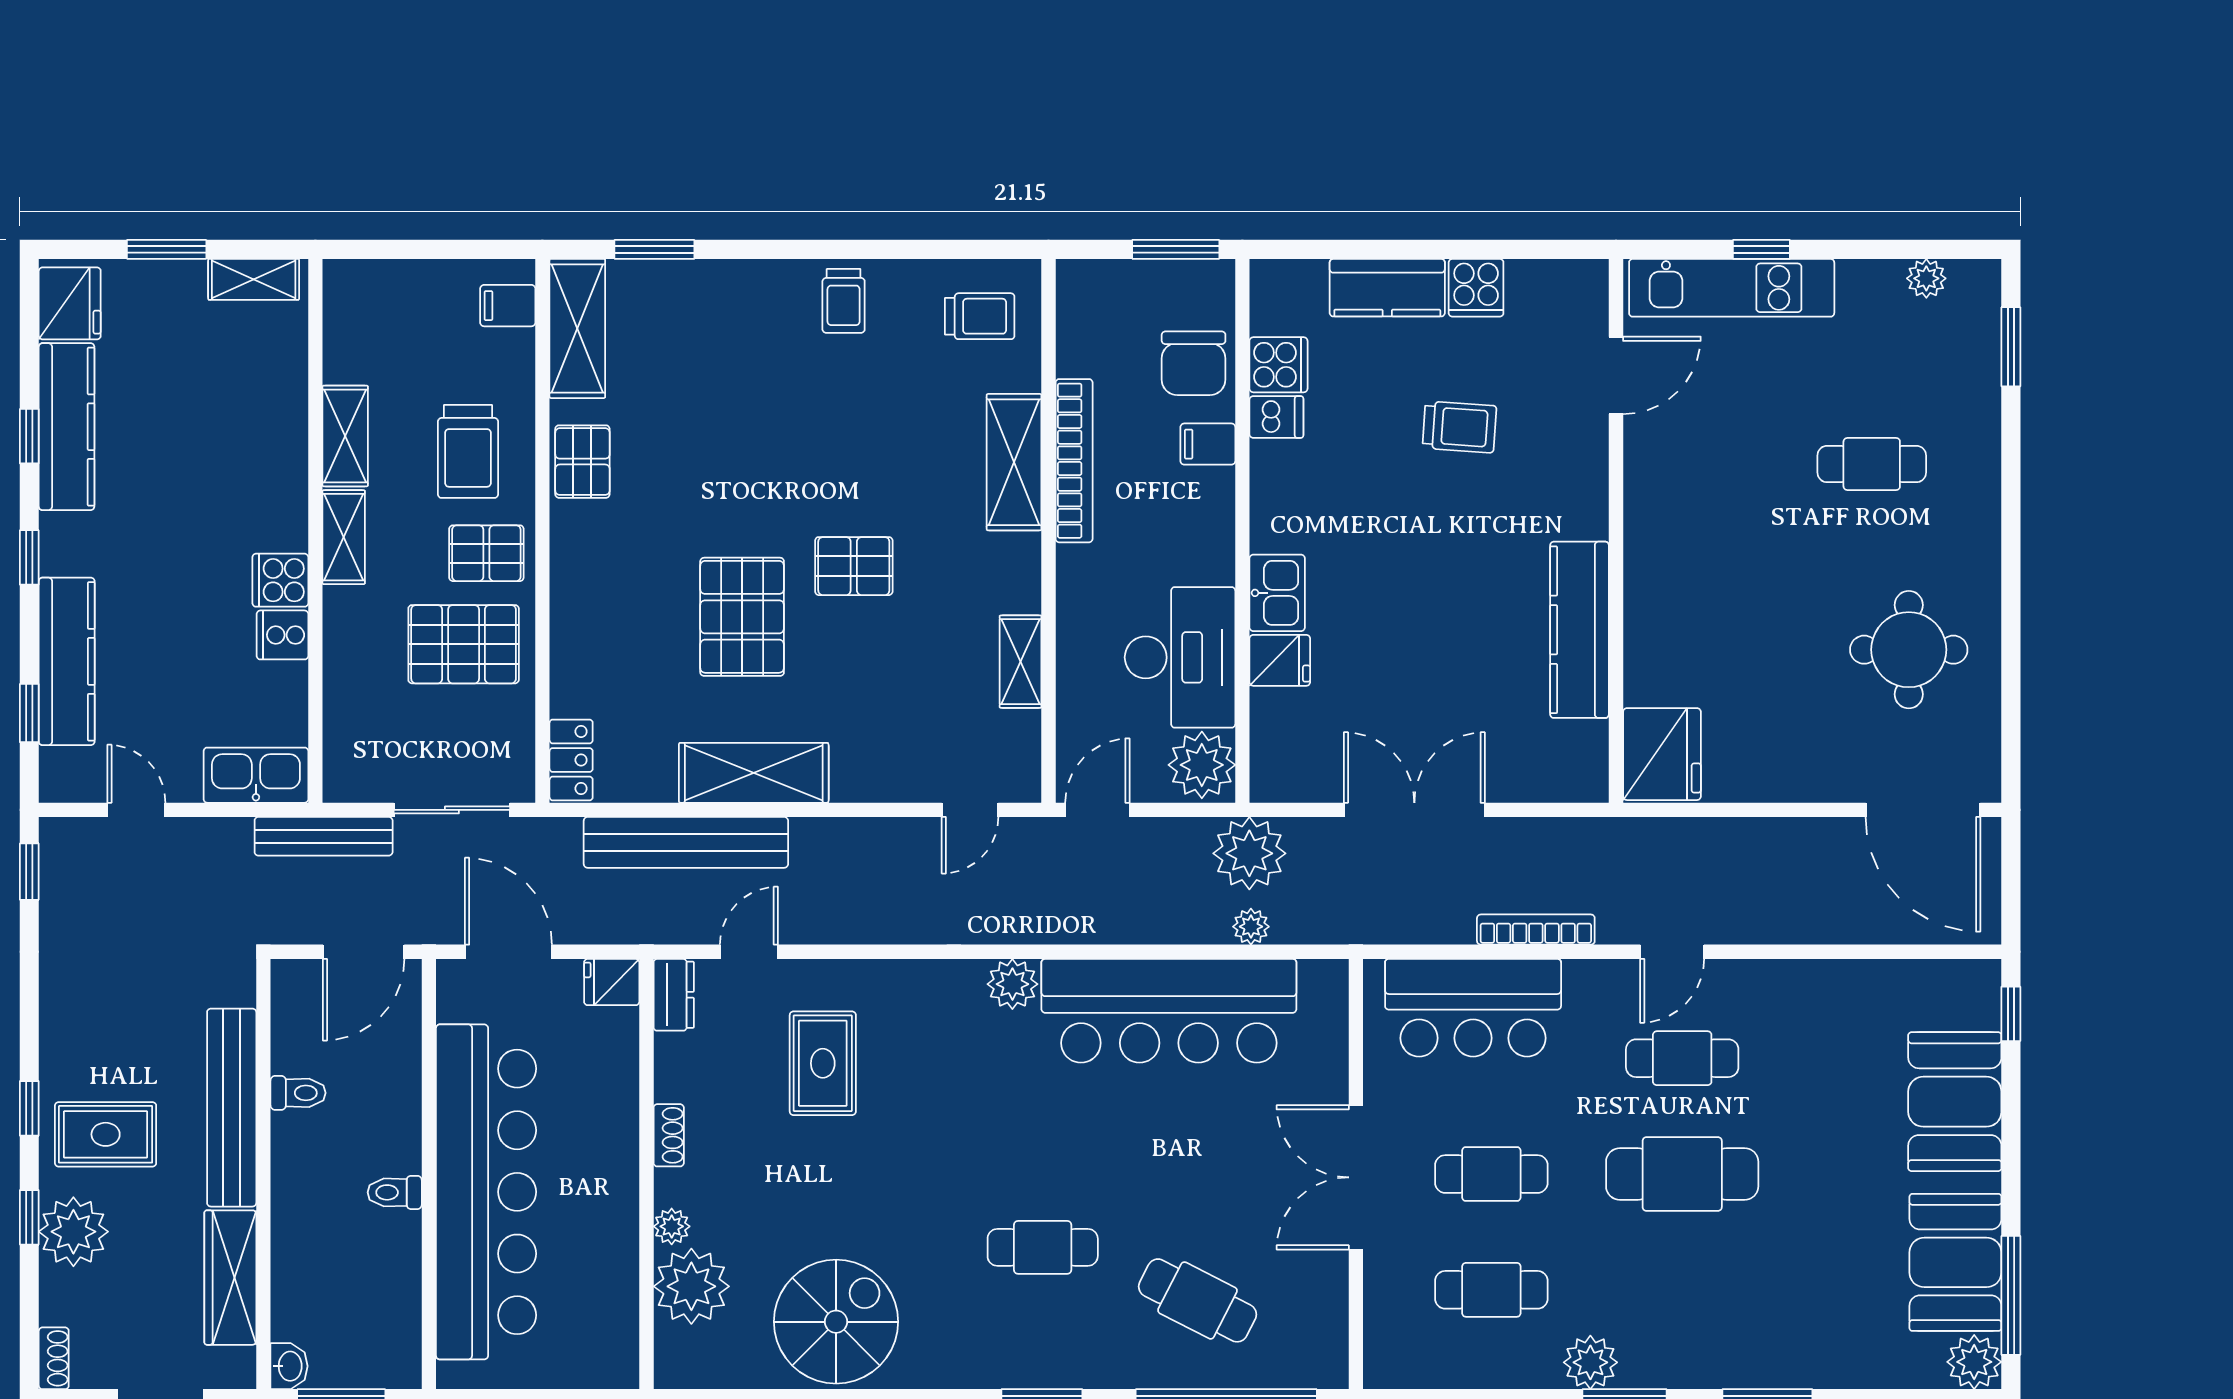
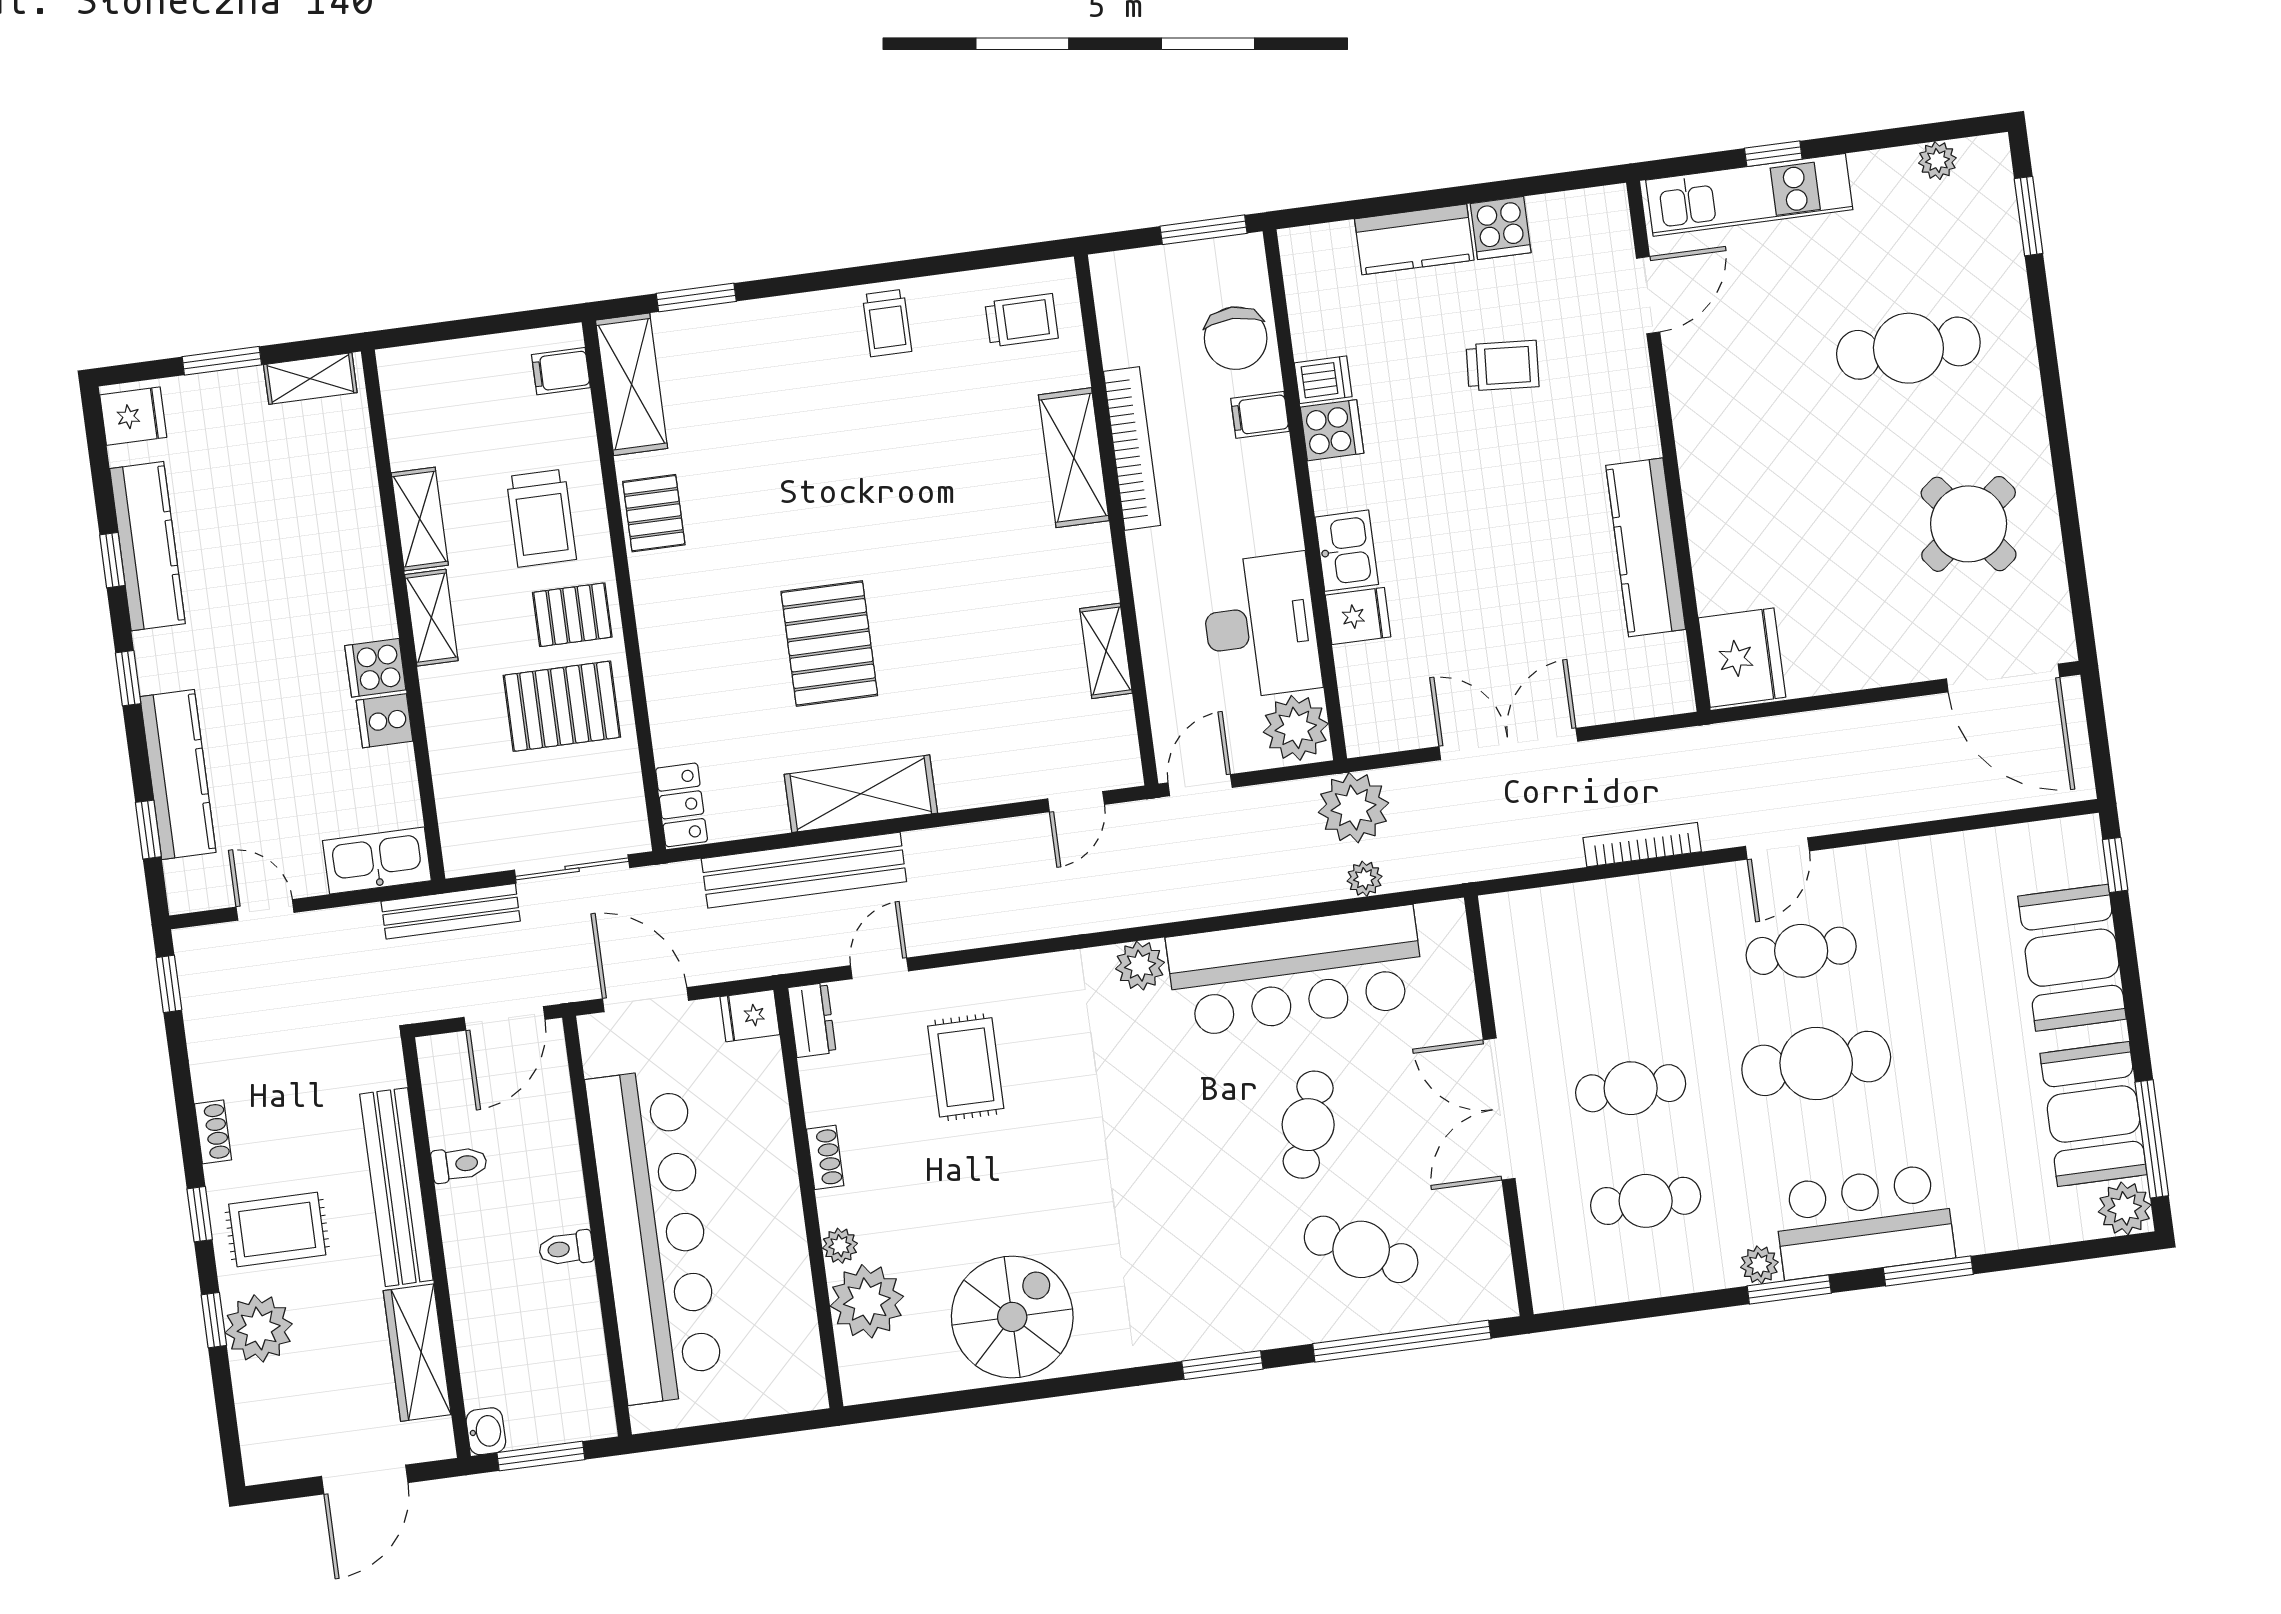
fridge: (70, 303) -> (133, 416), width x0.72
cooker: (1278, 365) -> (1332, 430), moved
cafe table: (1872, 464) -> (1908, 348), width x1.37, depth x1.35
pallet: (854, 566) -> (931, 580), removed
round table: (1909, 650) -> (1969, 524), turned -38
bar counter: (1473, 1008) -> (1864, 1222), moved, turned 180
cafe table: (1043, 1247) -> (1308, 1125), moved, turned -72
shoe rack: (54, 1358) -> (213, 1132), moved
plant: (1590, 1362) -> (1759, 1265), width x0.73, depth x0.73

